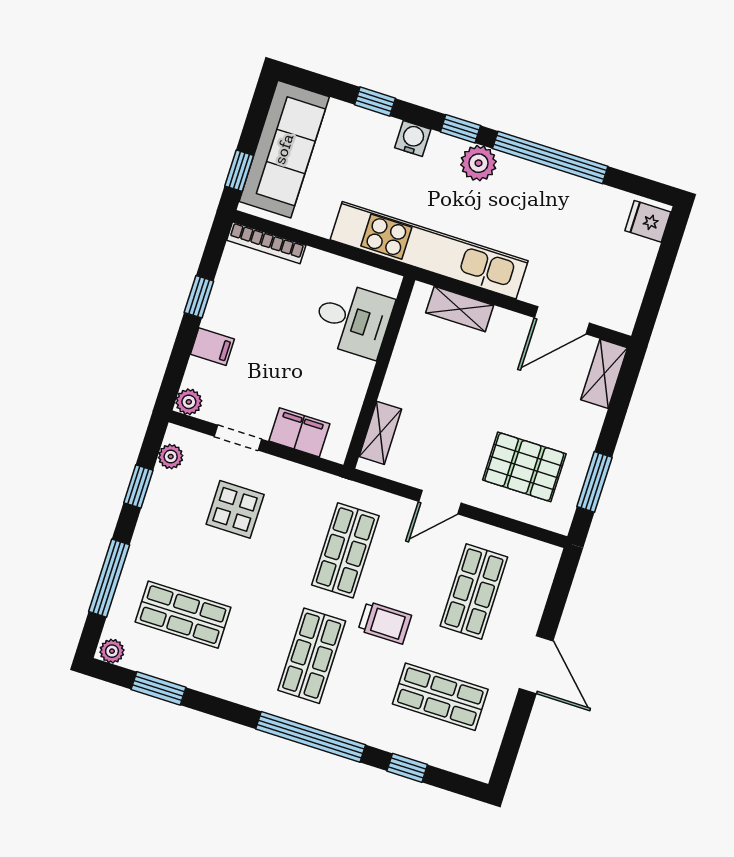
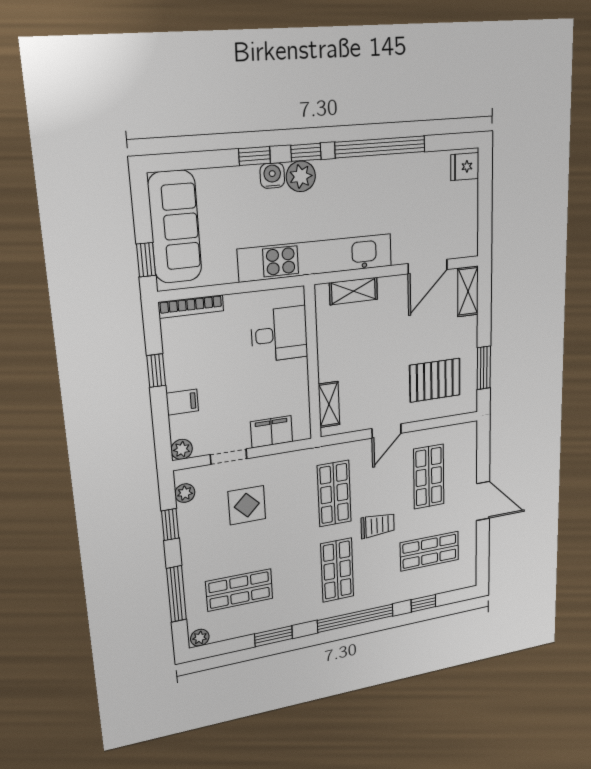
window: (375, 102) -> (255, 156), moved
plant: (478, 163) -> (301, 176), moved
window: (158, 688) -> (273, 636), moved

